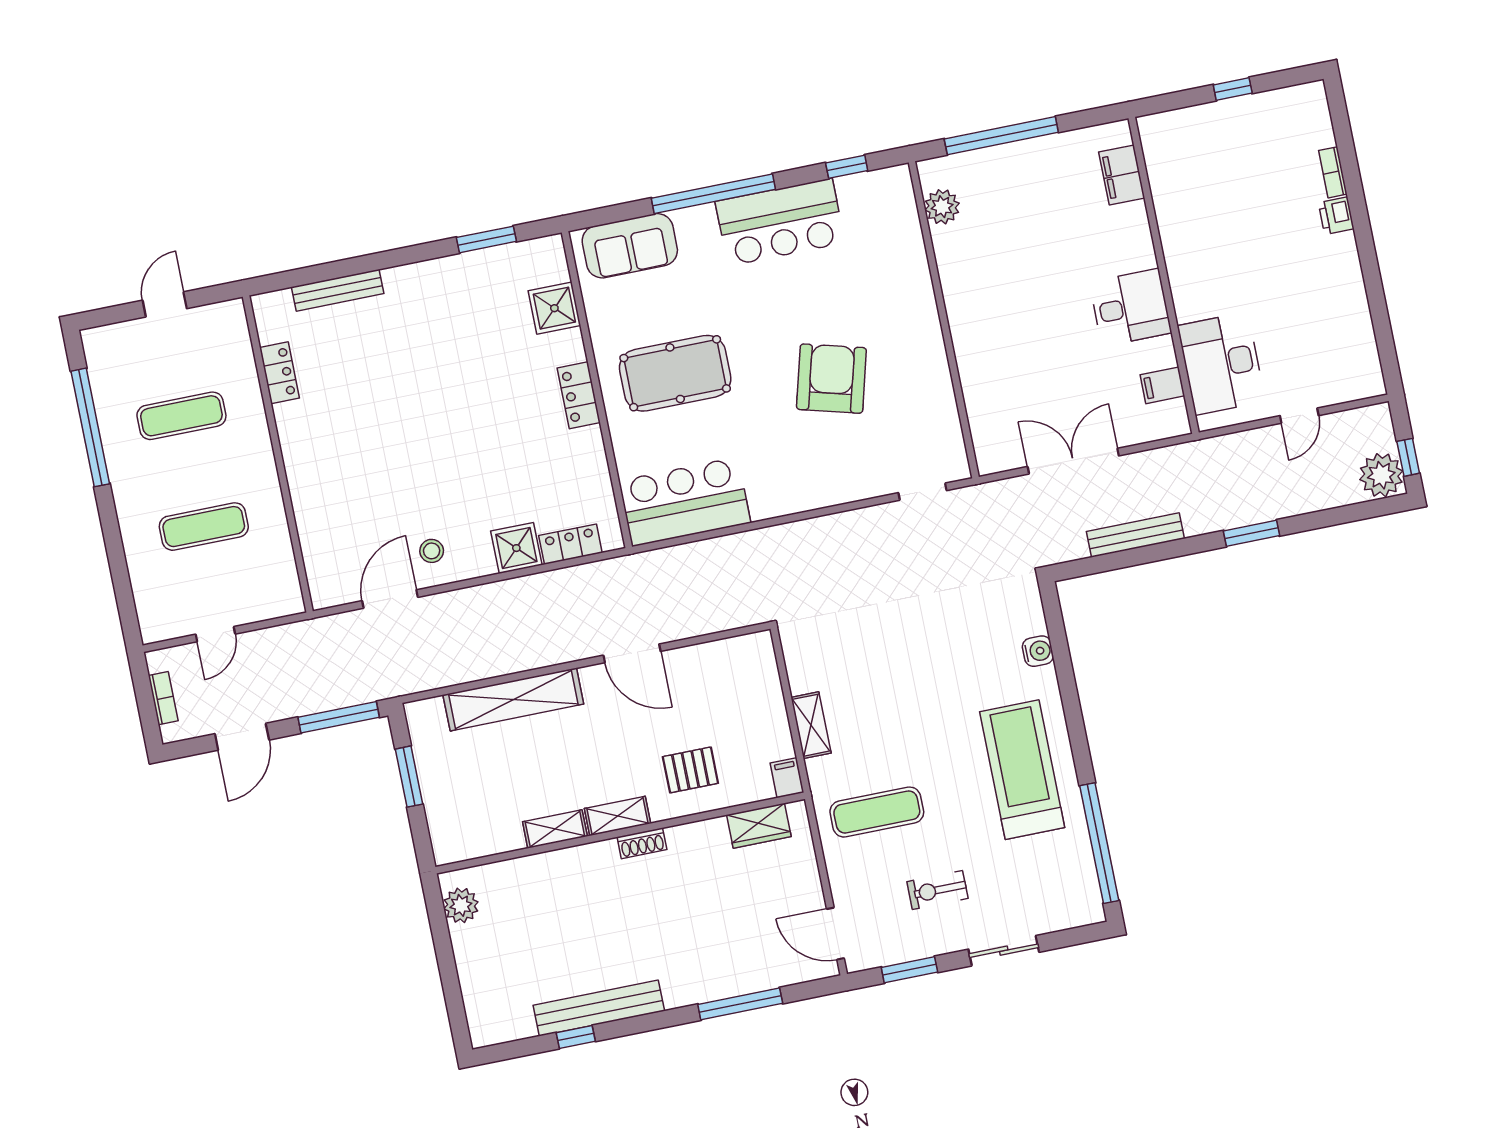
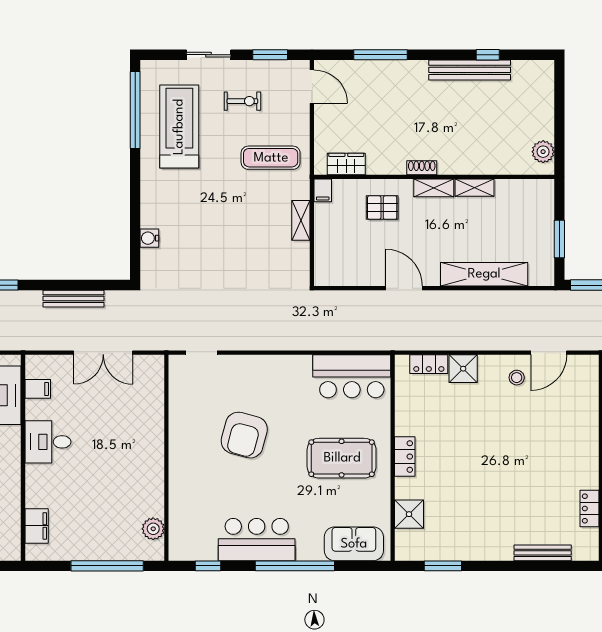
treadmill: (1022, 770) -> (179, 127), moved, turned 180

